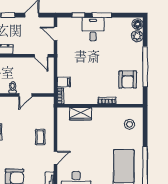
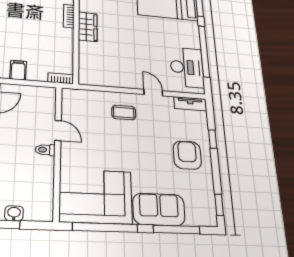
filing cabinet: (64, 82) -> (18, 70), moved
wardrobe: (80, 114) -> (88, 27), moved

